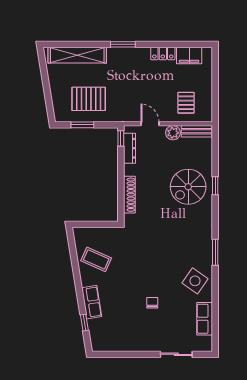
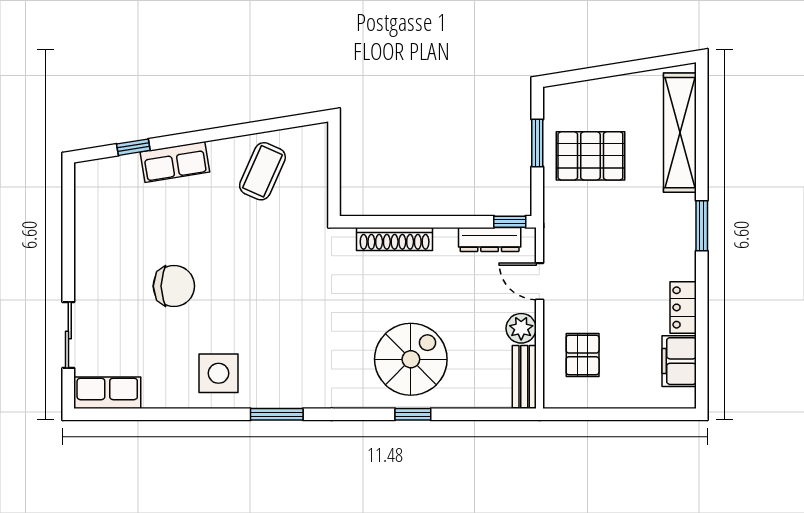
pallet: (89, 99) -> (590, 156), turned 90
pallet: (186, 103) -> (583, 355), turned 90
door: (150, 124) -> (539, 281), swing flipped
spiral stairs: (188, 187) -> (411, 359), turned 90
side table: (195, 281) -> (219, 373), turned -35
chair: (152, 303) -> (174, 286), width x1.87, depth x1.87
row of seats: (205, 319) -> (107, 393), moved

